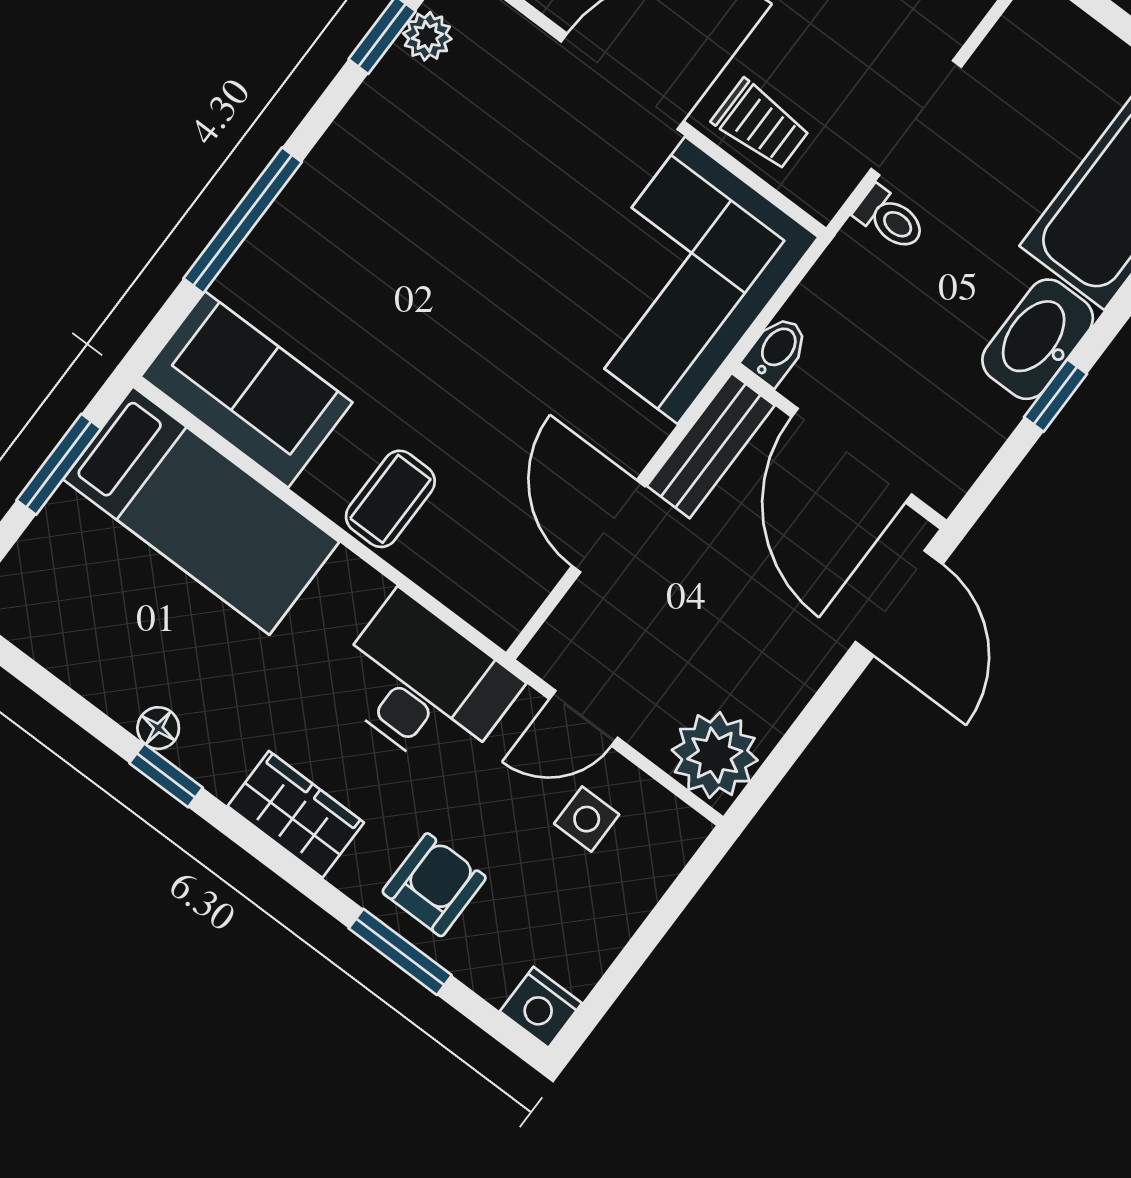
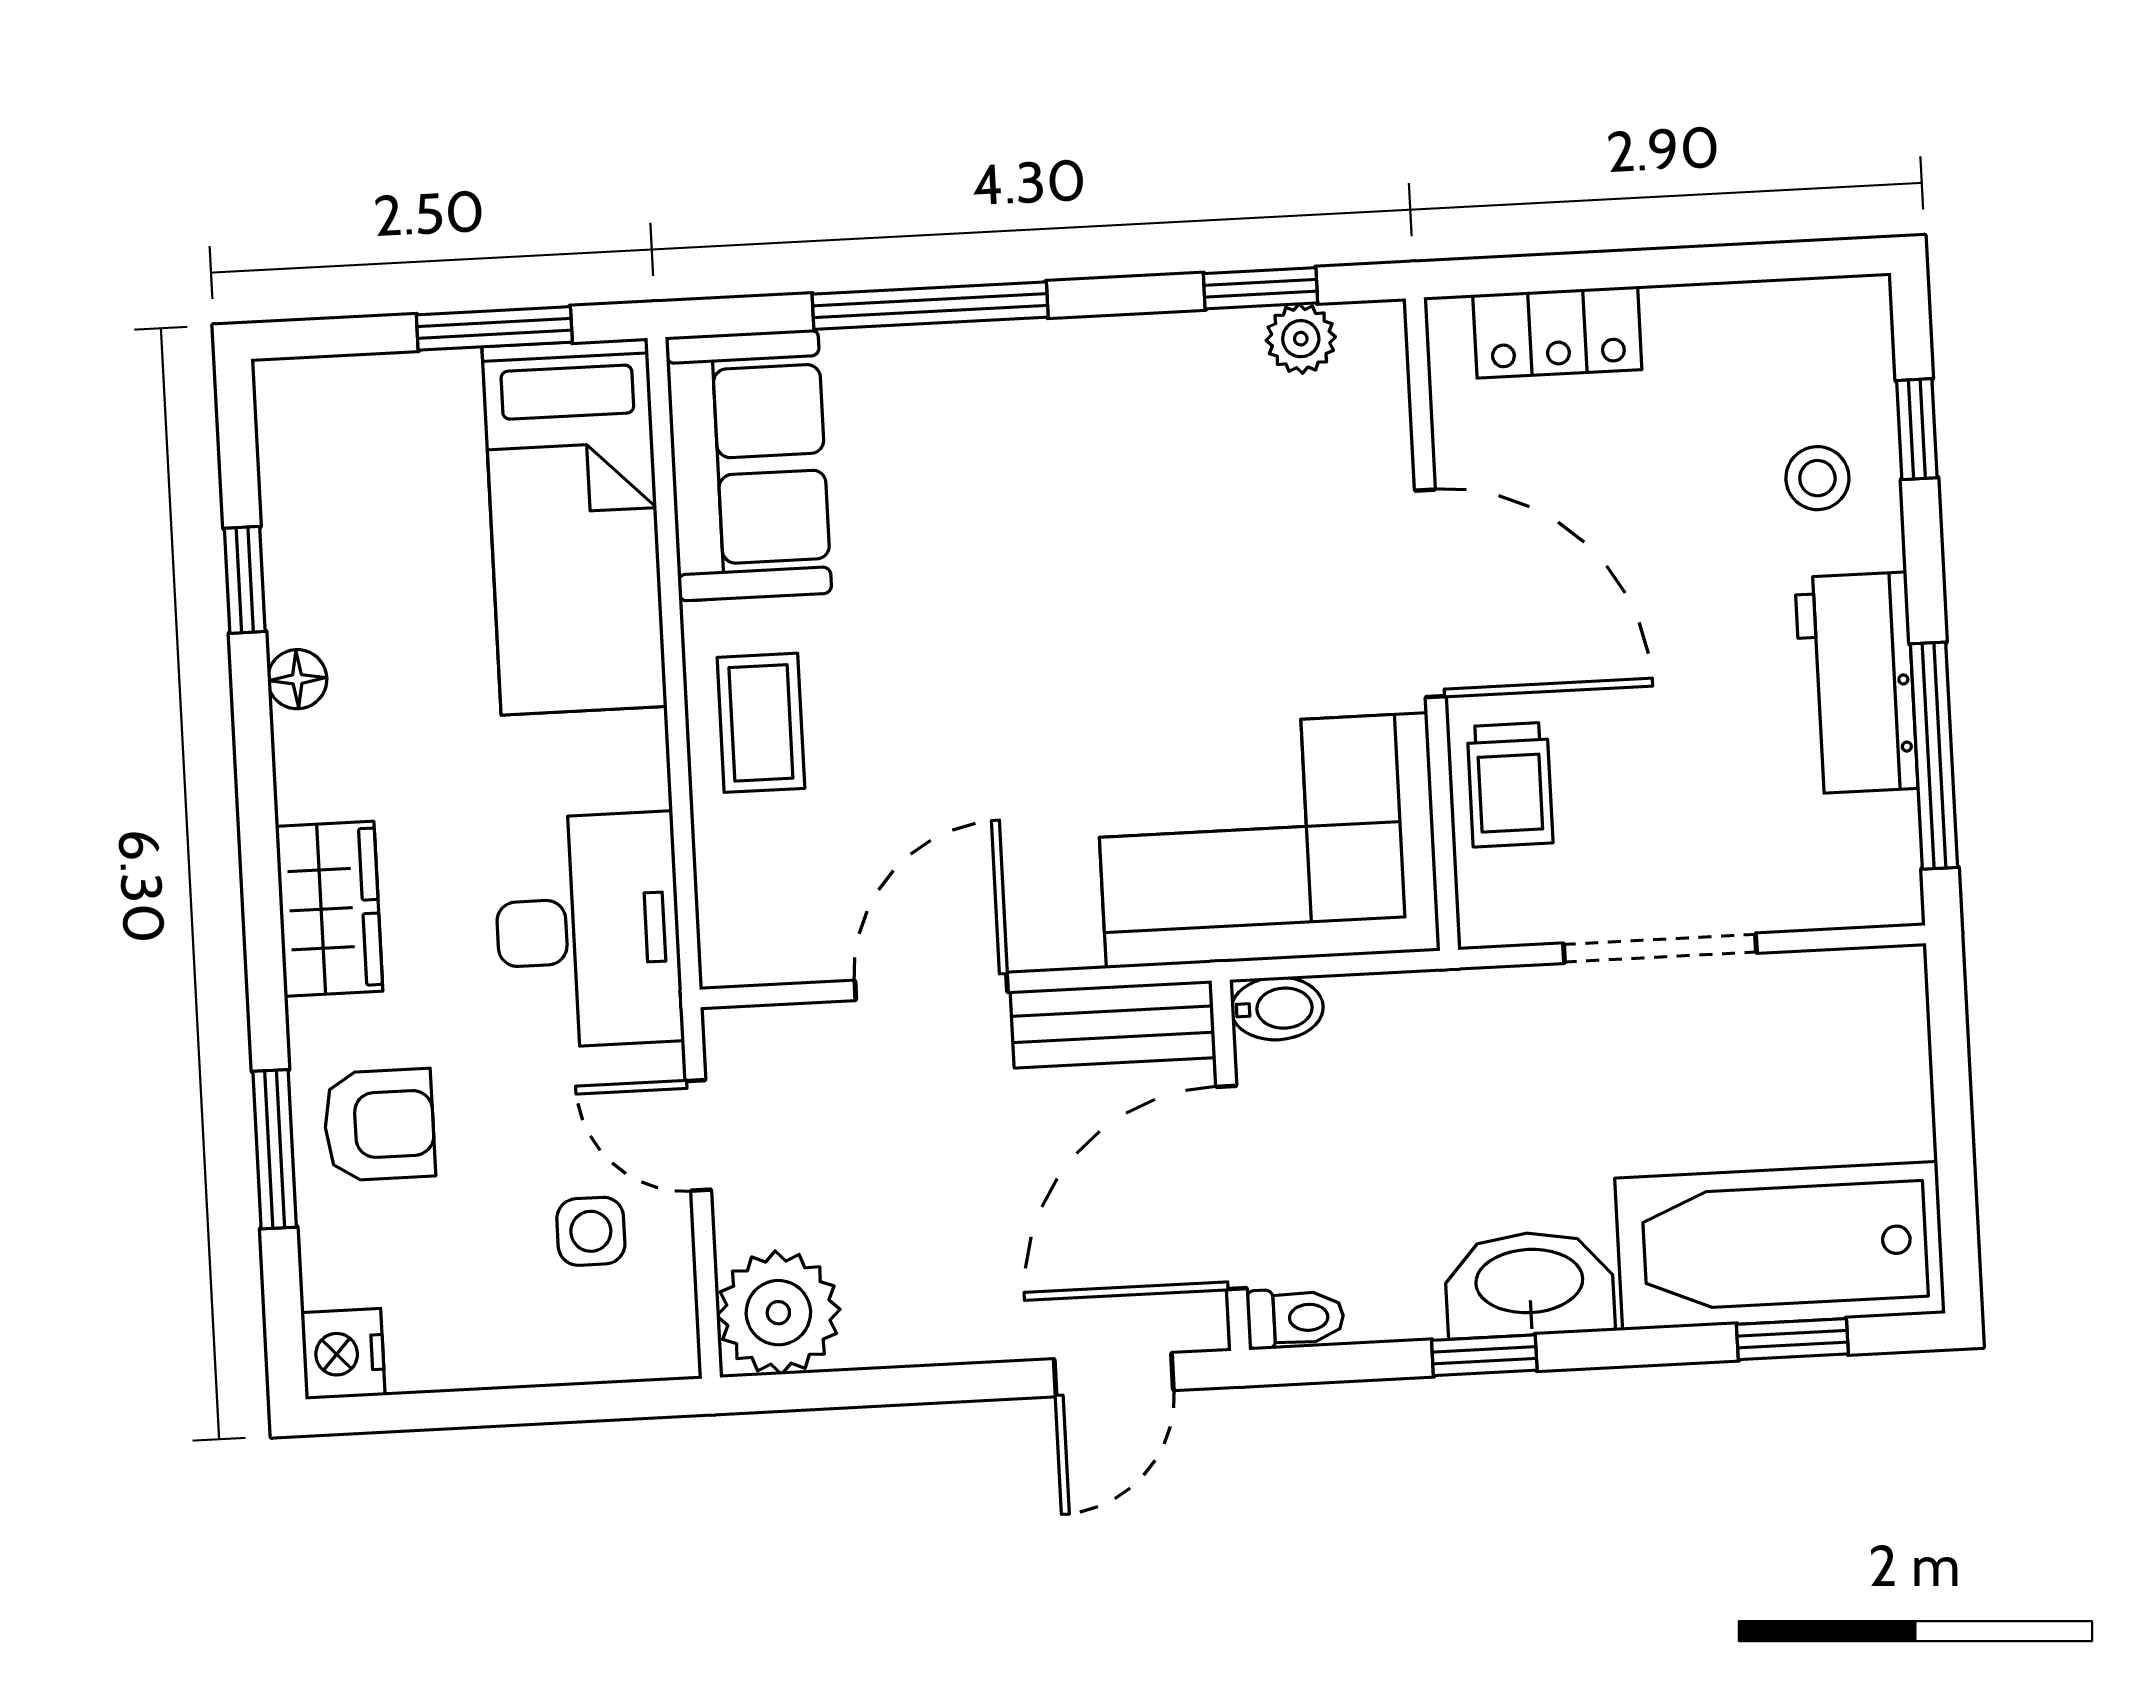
toilet: (890, 219) -> (1295, 1318), moved, turned -90
coffee table: (390, 499) -> (761, 723), turned 90
door: (899, 603) -> (1114, 1375), width x0.73
window: (166, 775) -> (245, 580), moved

